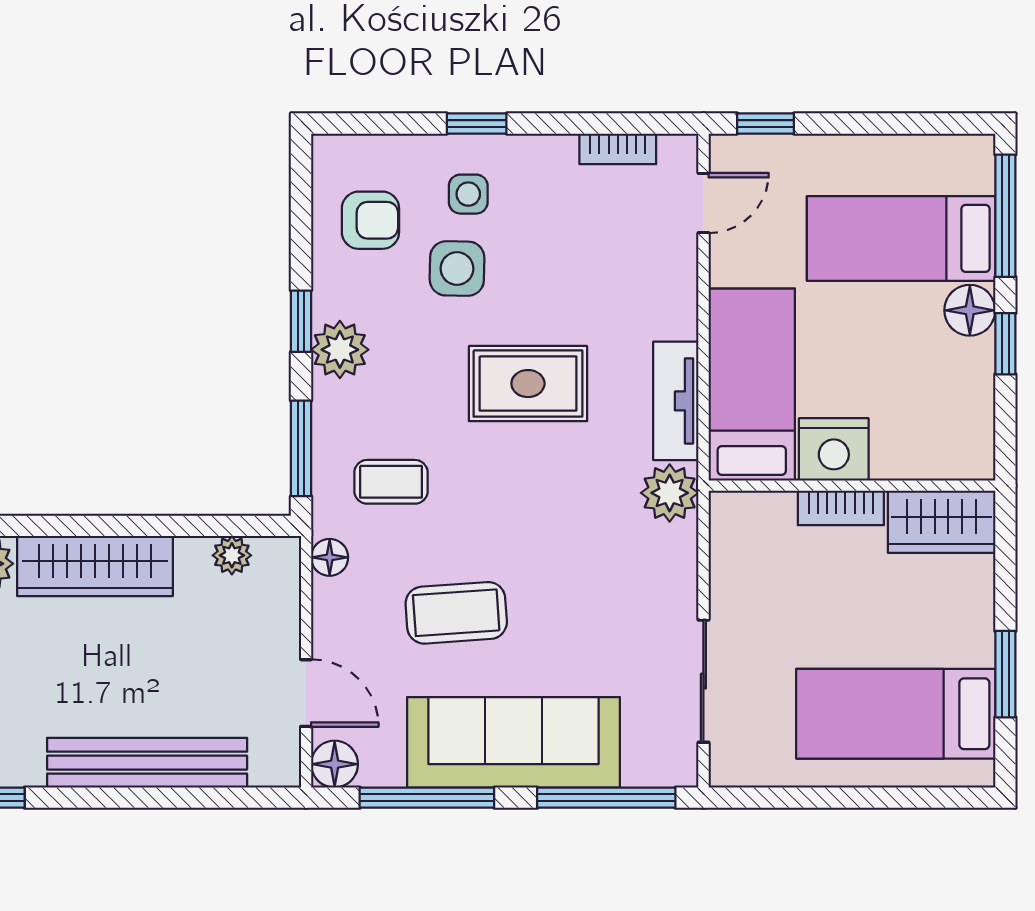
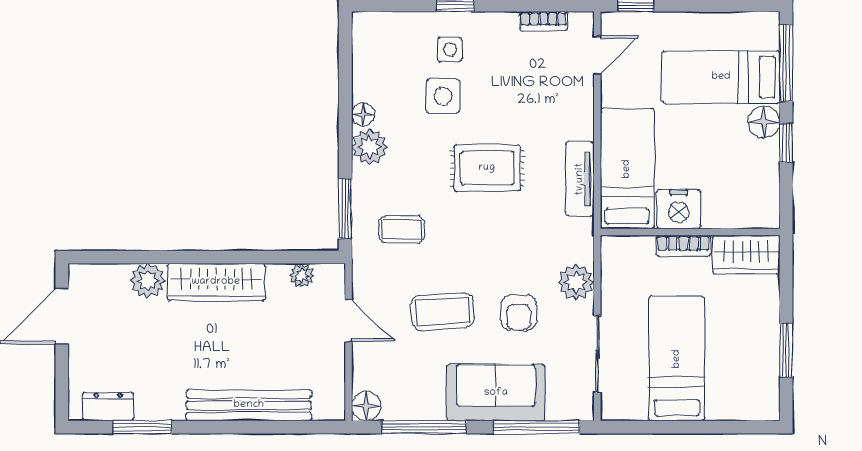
armchair: (370, 220) -> (519, 313), moved, turned 90
window: (301, 321) -> (345, 129), removed
plant: (670, 493) -> (576, 282), moved
floor lamp: (330, 557) -> (363, 115), moved
door: (306, 693) -> (348, 321), moved
bed: (896, 714) -> (677, 359), moved, turned 90
sofa: (513, 742) -> (496, 393), width x0.73

